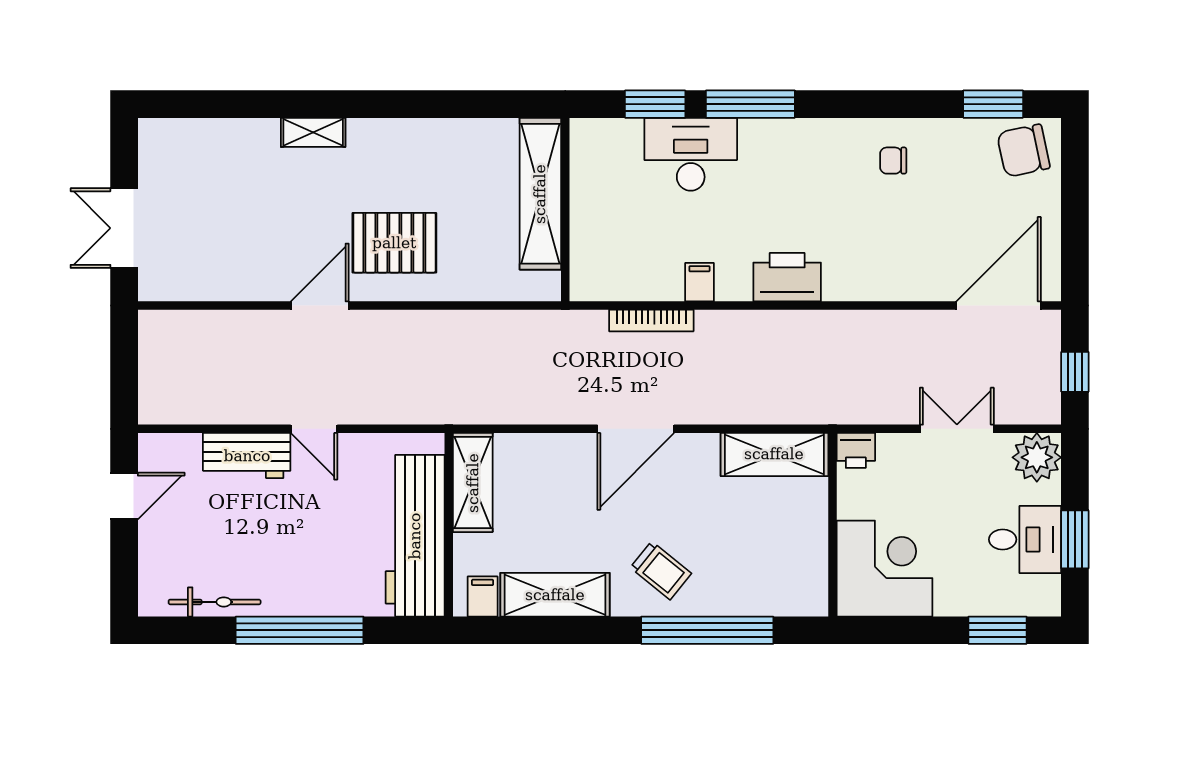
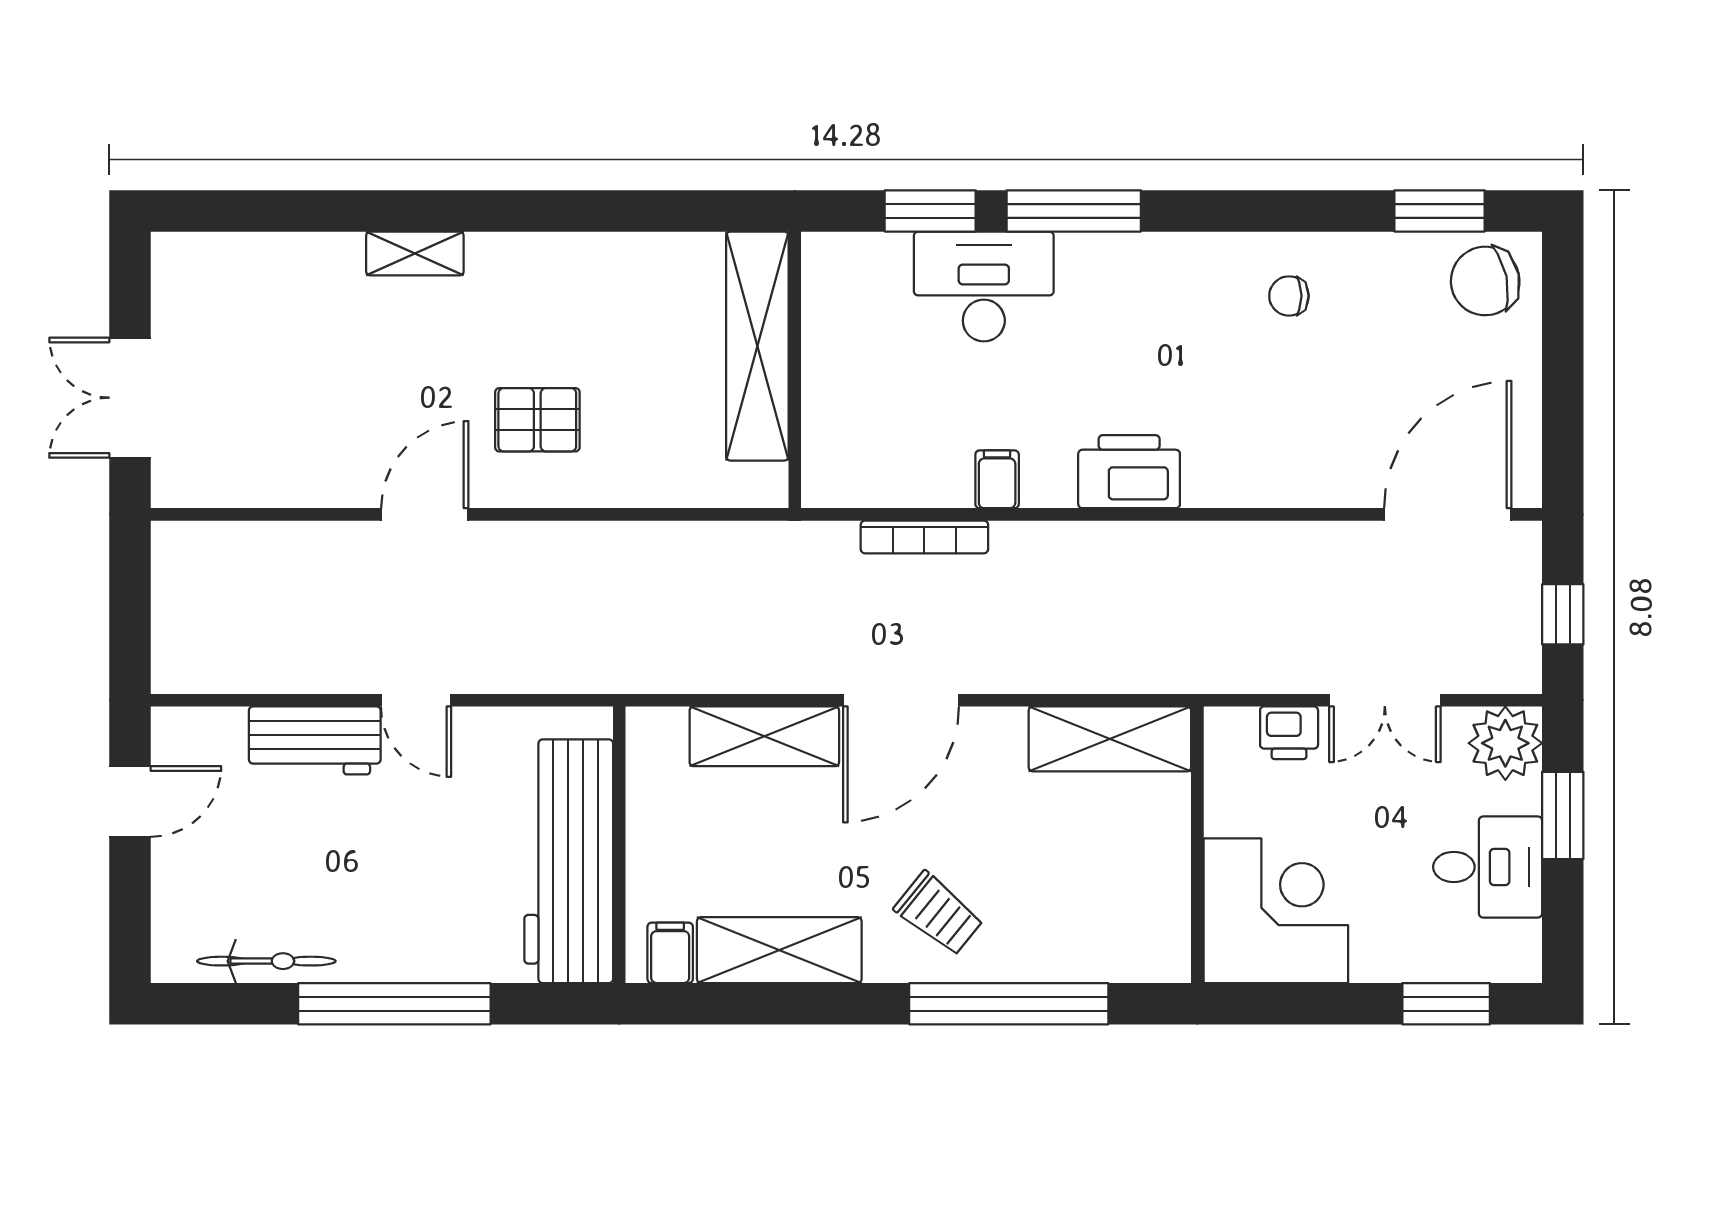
pallet: (394, 243) -> (537, 420), width x0.67, depth x0.71
double door: (957, 429) -> (1385, 700), swing flipped
printer: (856, 450) -> (1289, 733), moved
shelving: (473, 483) -> (764, 736), moved, turned 90
window: (1075, 539) -> (1563, 815), moved

